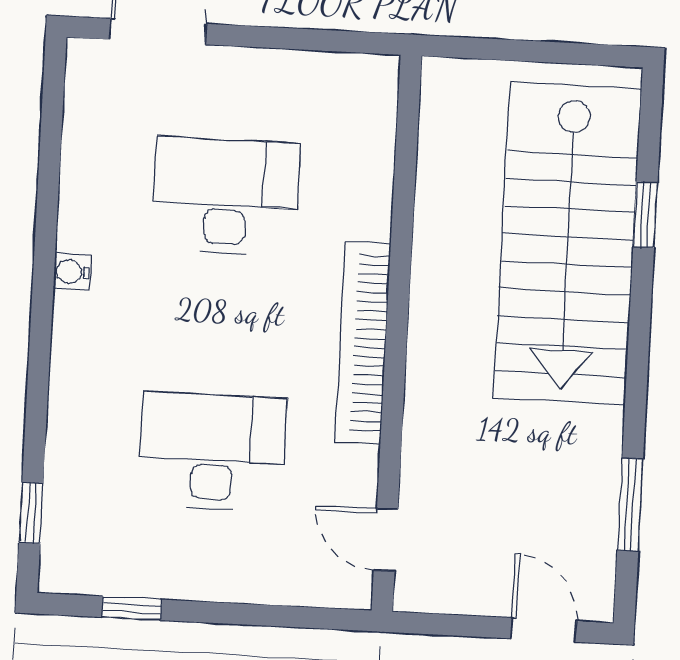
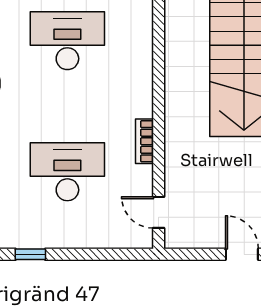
bookcase: (363, 343) -> (144, 141), width x0.43, depth x0.76

